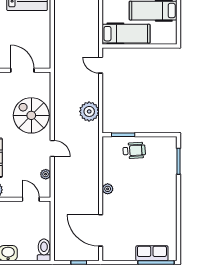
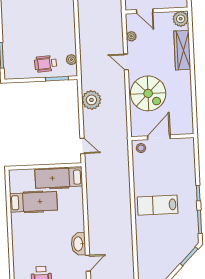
stool: (41, 60) -> (141, 148), added
door: (22, 70) -> (159, 137), swing flipped
plant: (108, 189) -> (71, 60), moved

